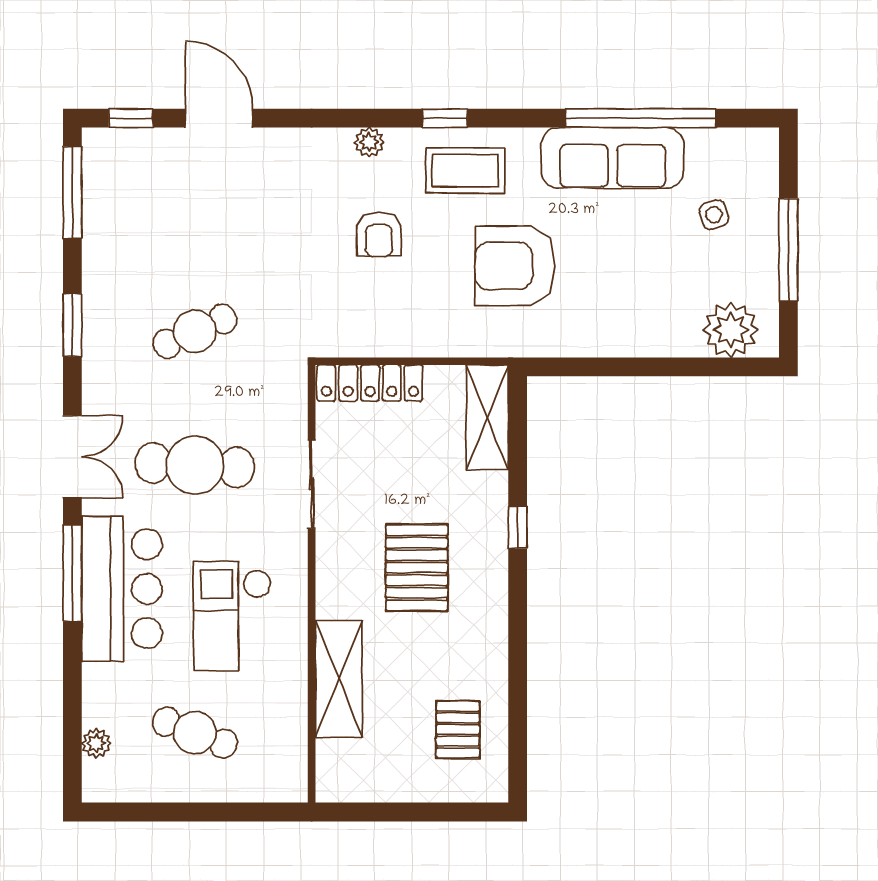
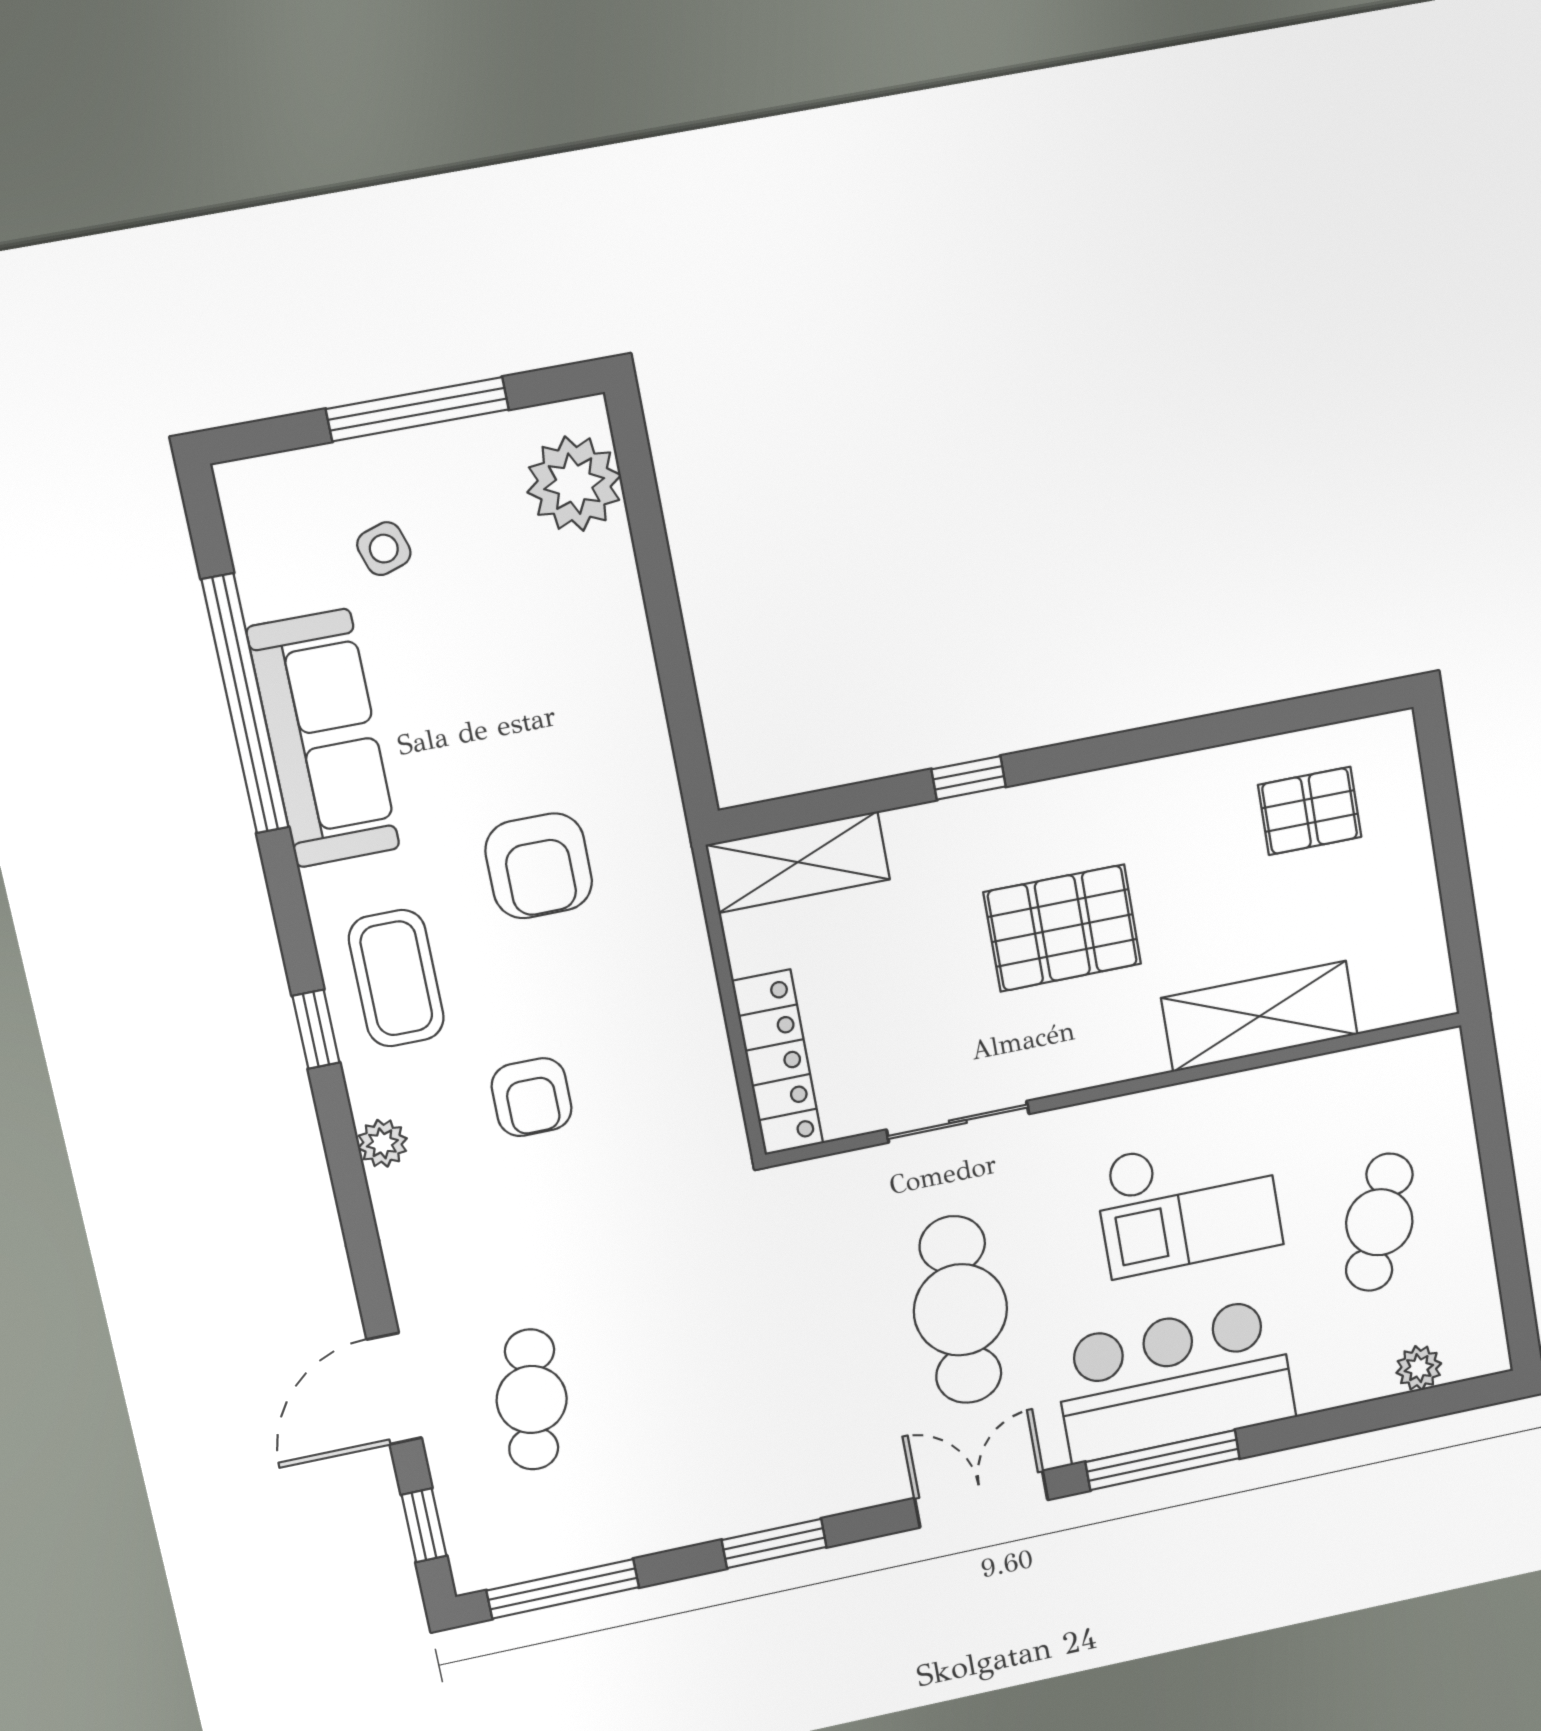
armchair: (379, 234) -> (532, 1097), turned 90
armchair: (515, 266) -> (539, 866), width x0.73, depth x0.73
cafe table: (195, 331) -> (532, 1400), moved, turned 33

